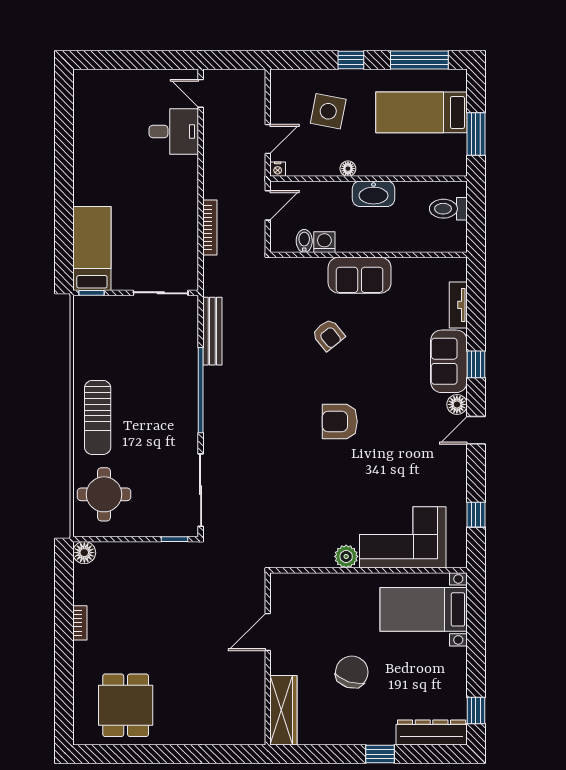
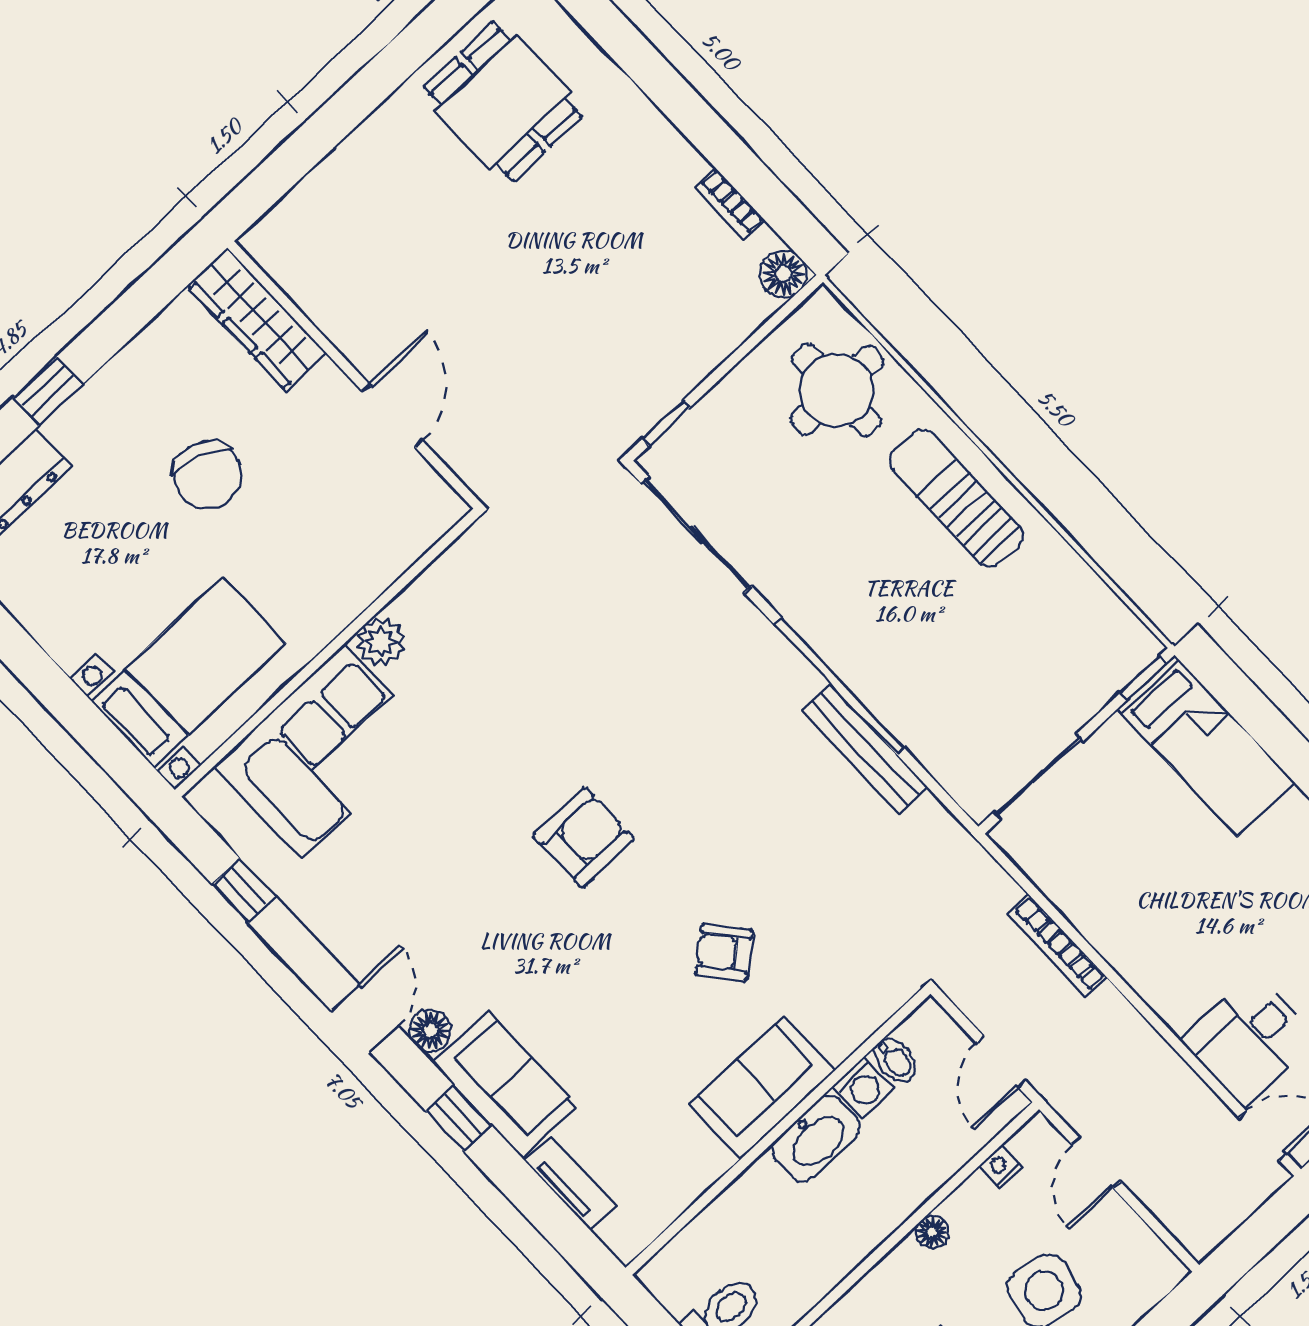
nightstand: (278, 169) -> (1000, 1167), moved
washbasin: (374, 194) -> (816, 1138), moved, turned 180
bench: (212, 331) -> (865, 749), moved
bookcase: (80, 623) -> (730, 204), moved

